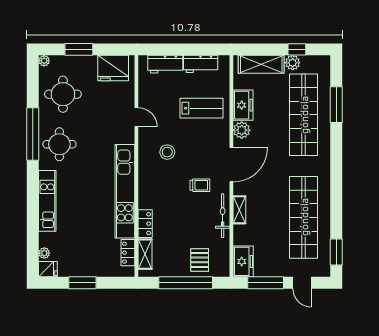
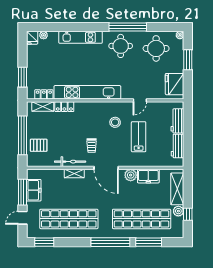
lab bench: (202, 108) -> (139, 137), moved, turned 180
window: (336, 159) -> (110, 242), added
freezer: (243, 261) -> (34, 190), moved, turned -90
window: (82, 283) -> (23, 77), moved

